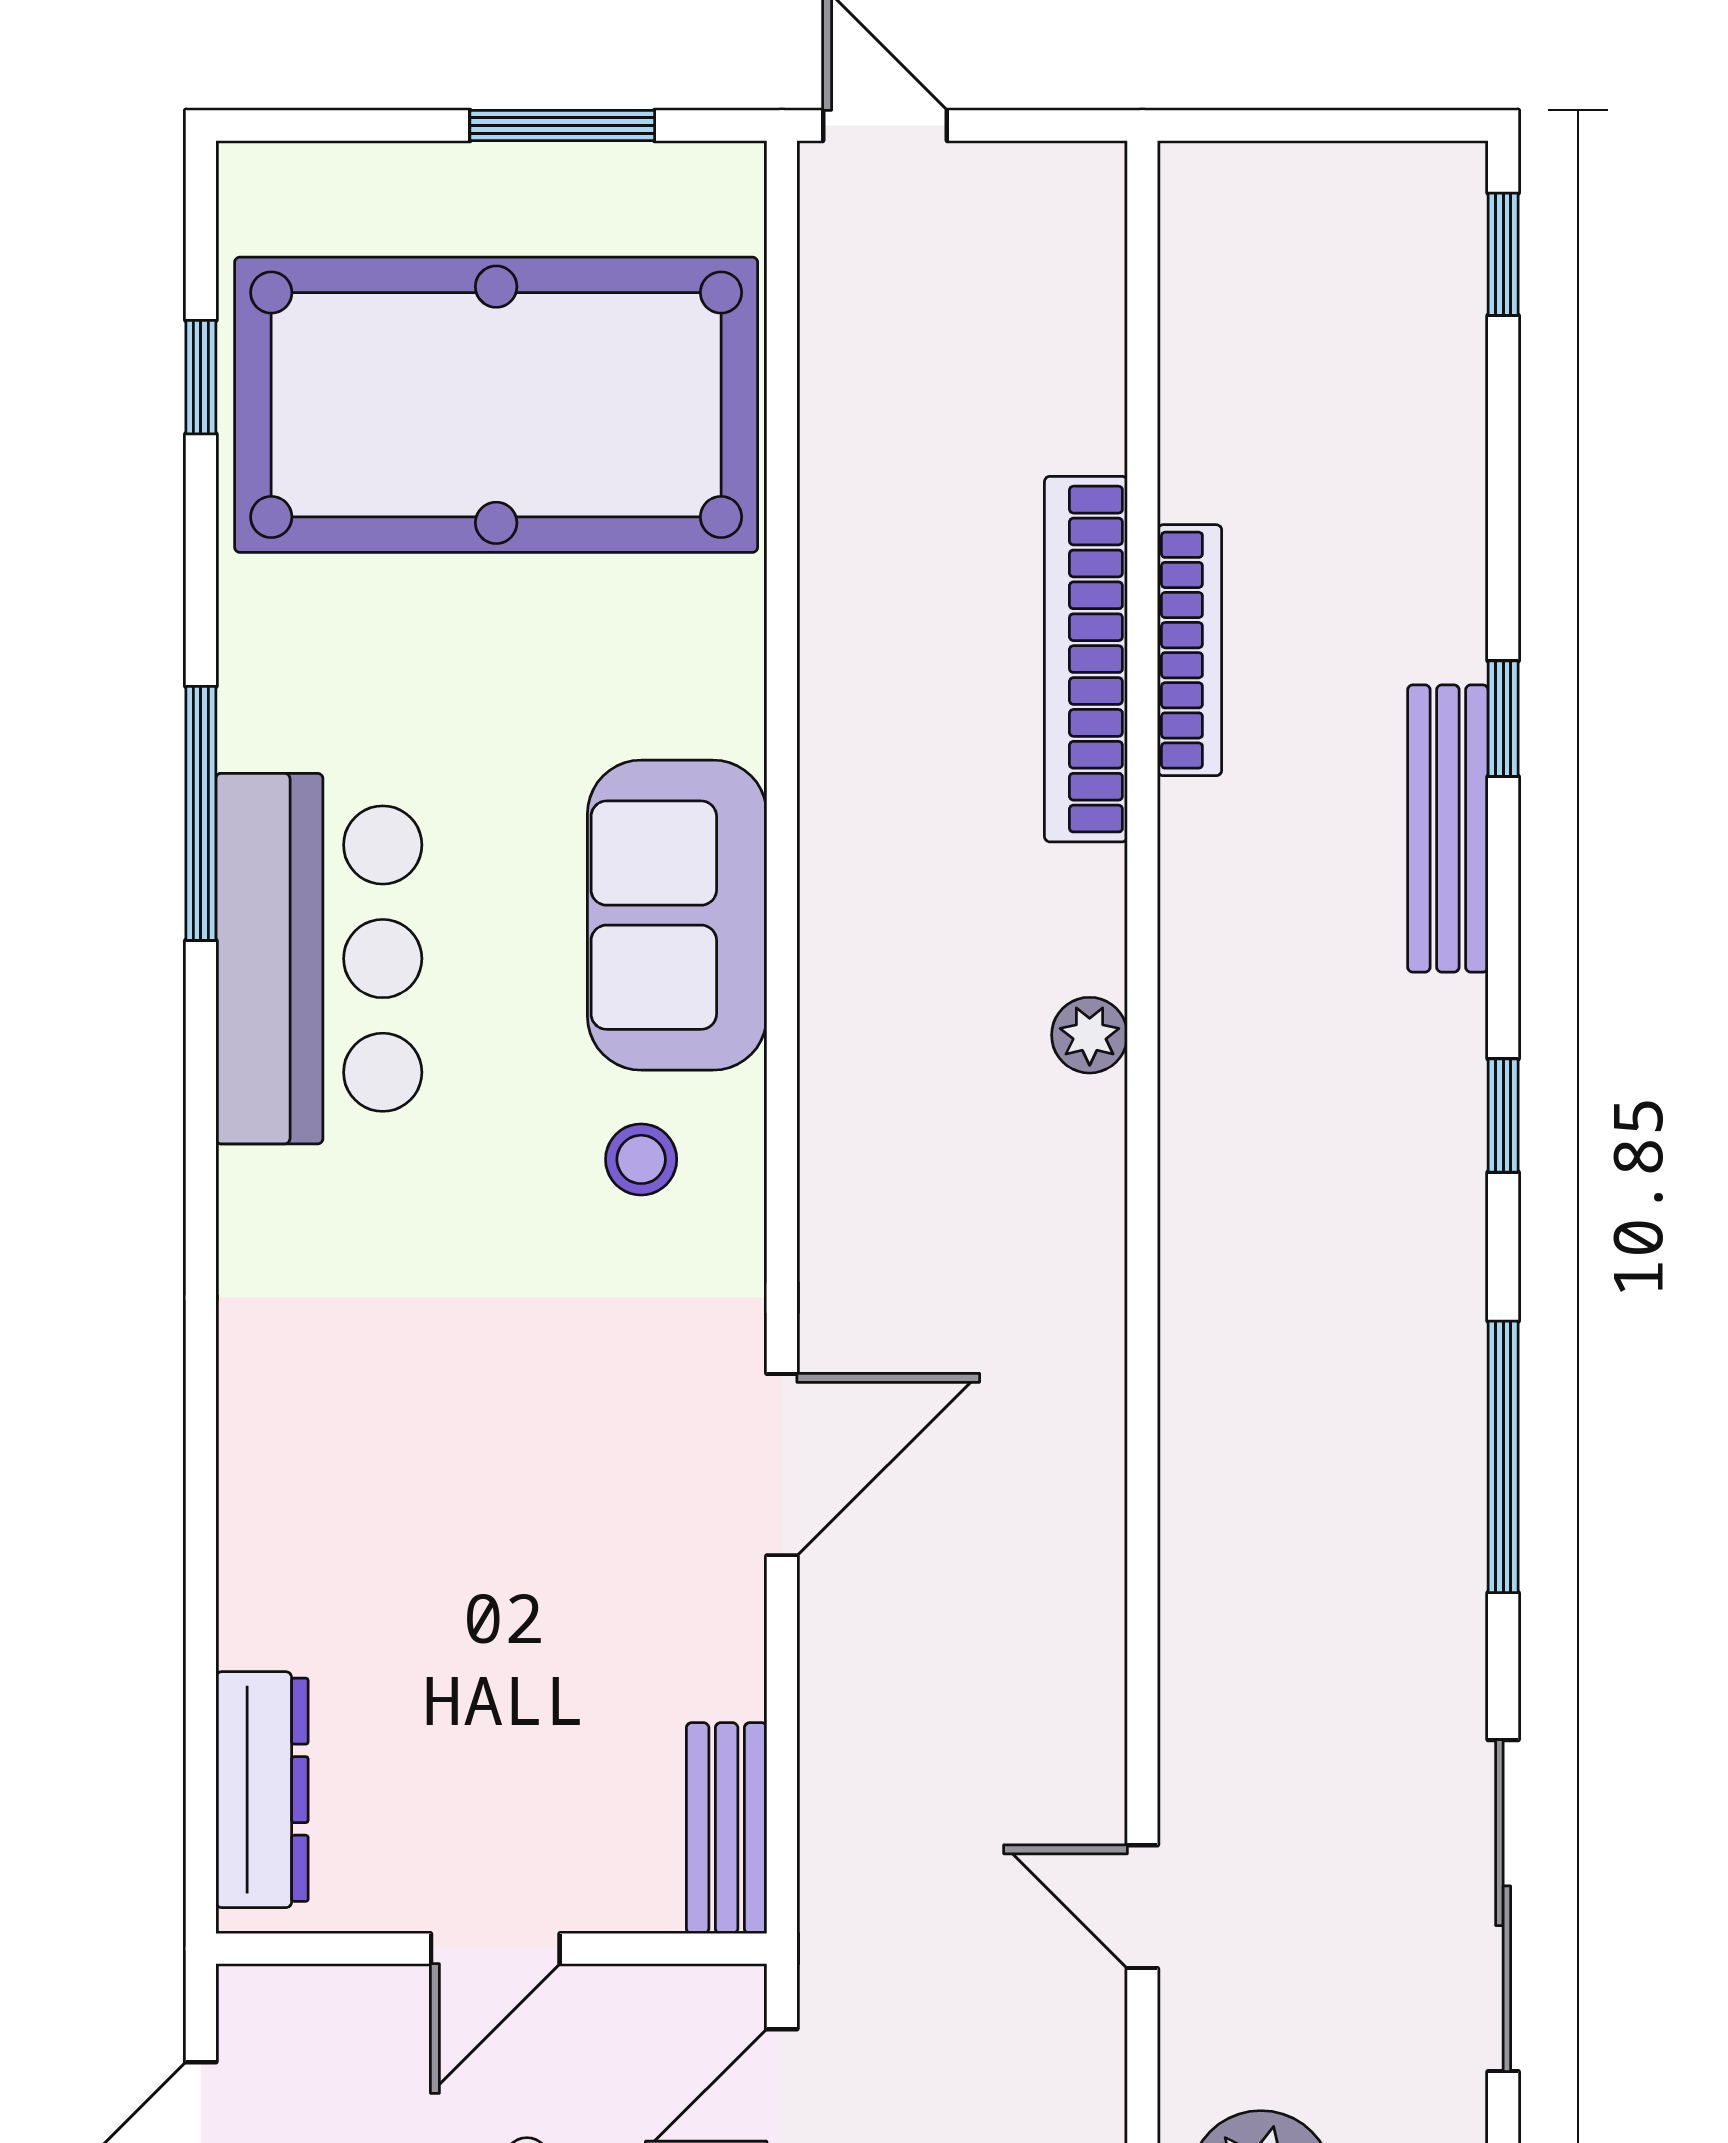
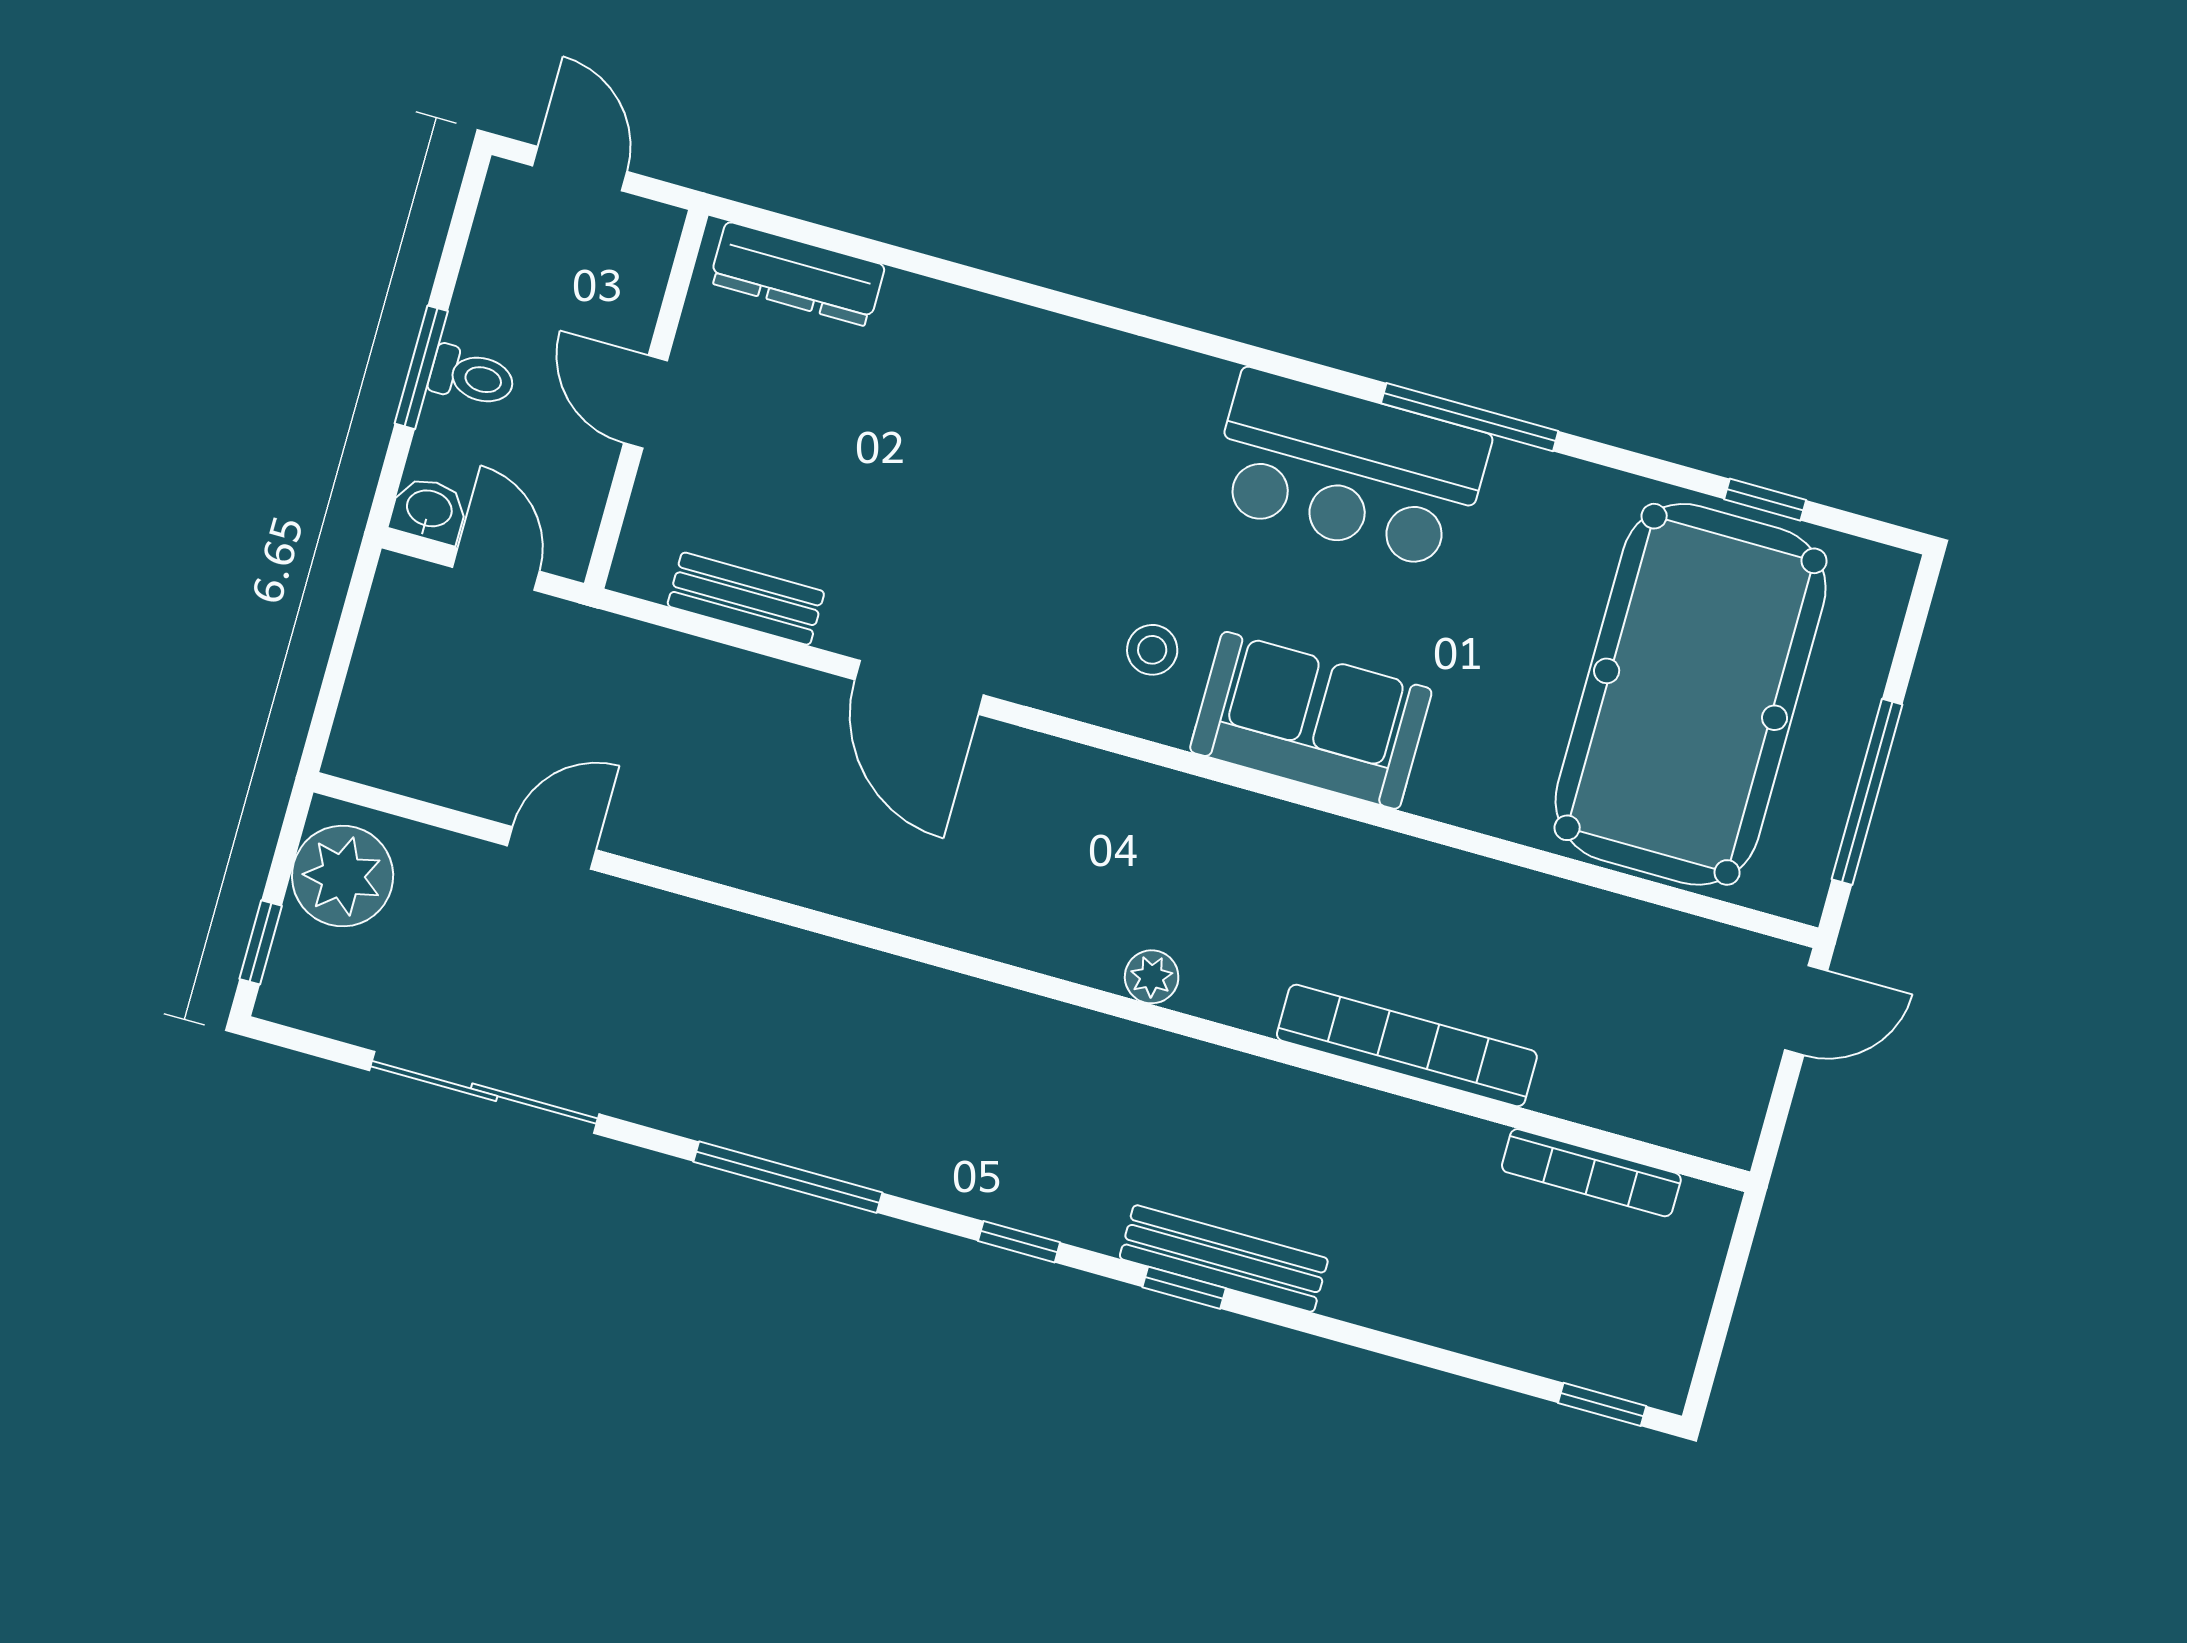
window: (562, 126) -> (1867, 792), width x1.44
bookcase: (1190, 650) -> (1591, 1173), moved
window: (1503, 719) -> (1184, 1288), moved
bench: (727, 1828) -> (746, 599), moved

